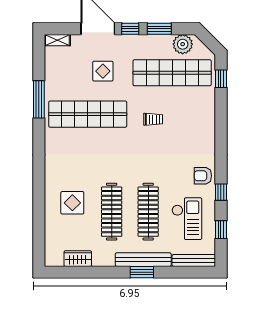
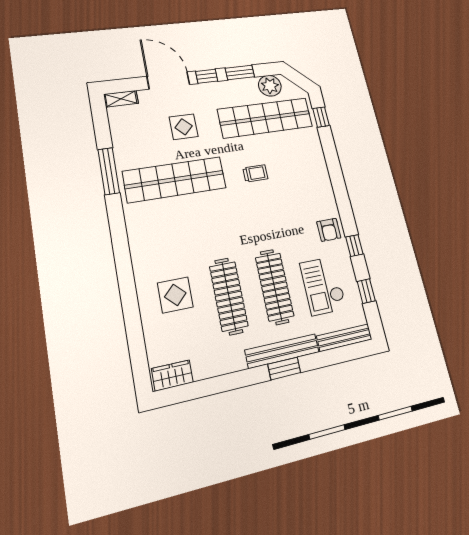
armchair: (203, 176) -> (329, 230), turned -90
checkout: (187, 219) -> (323, 286), turned 180
wardrobe: (78, 259) -> (172, 375), moved

